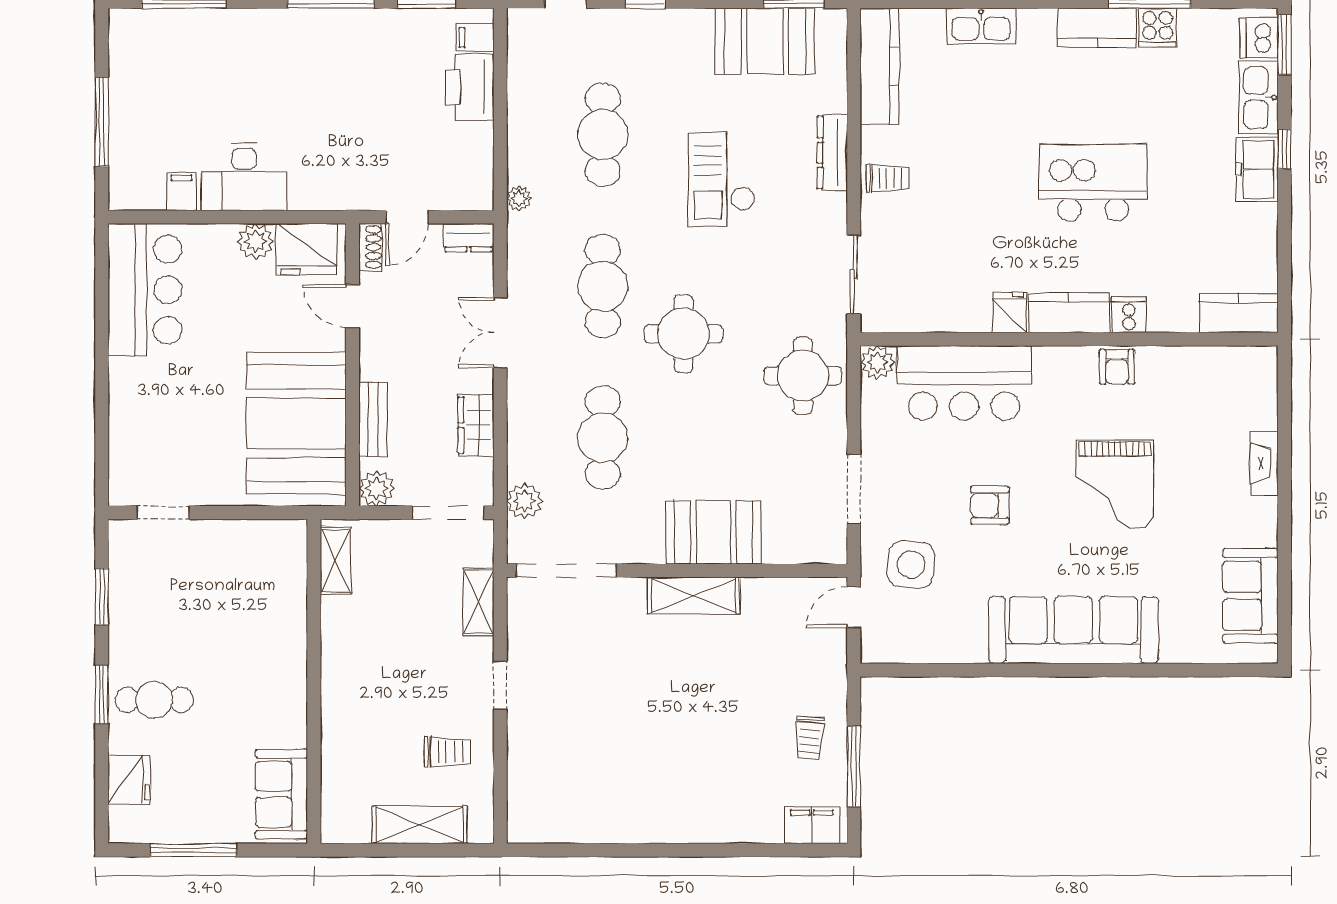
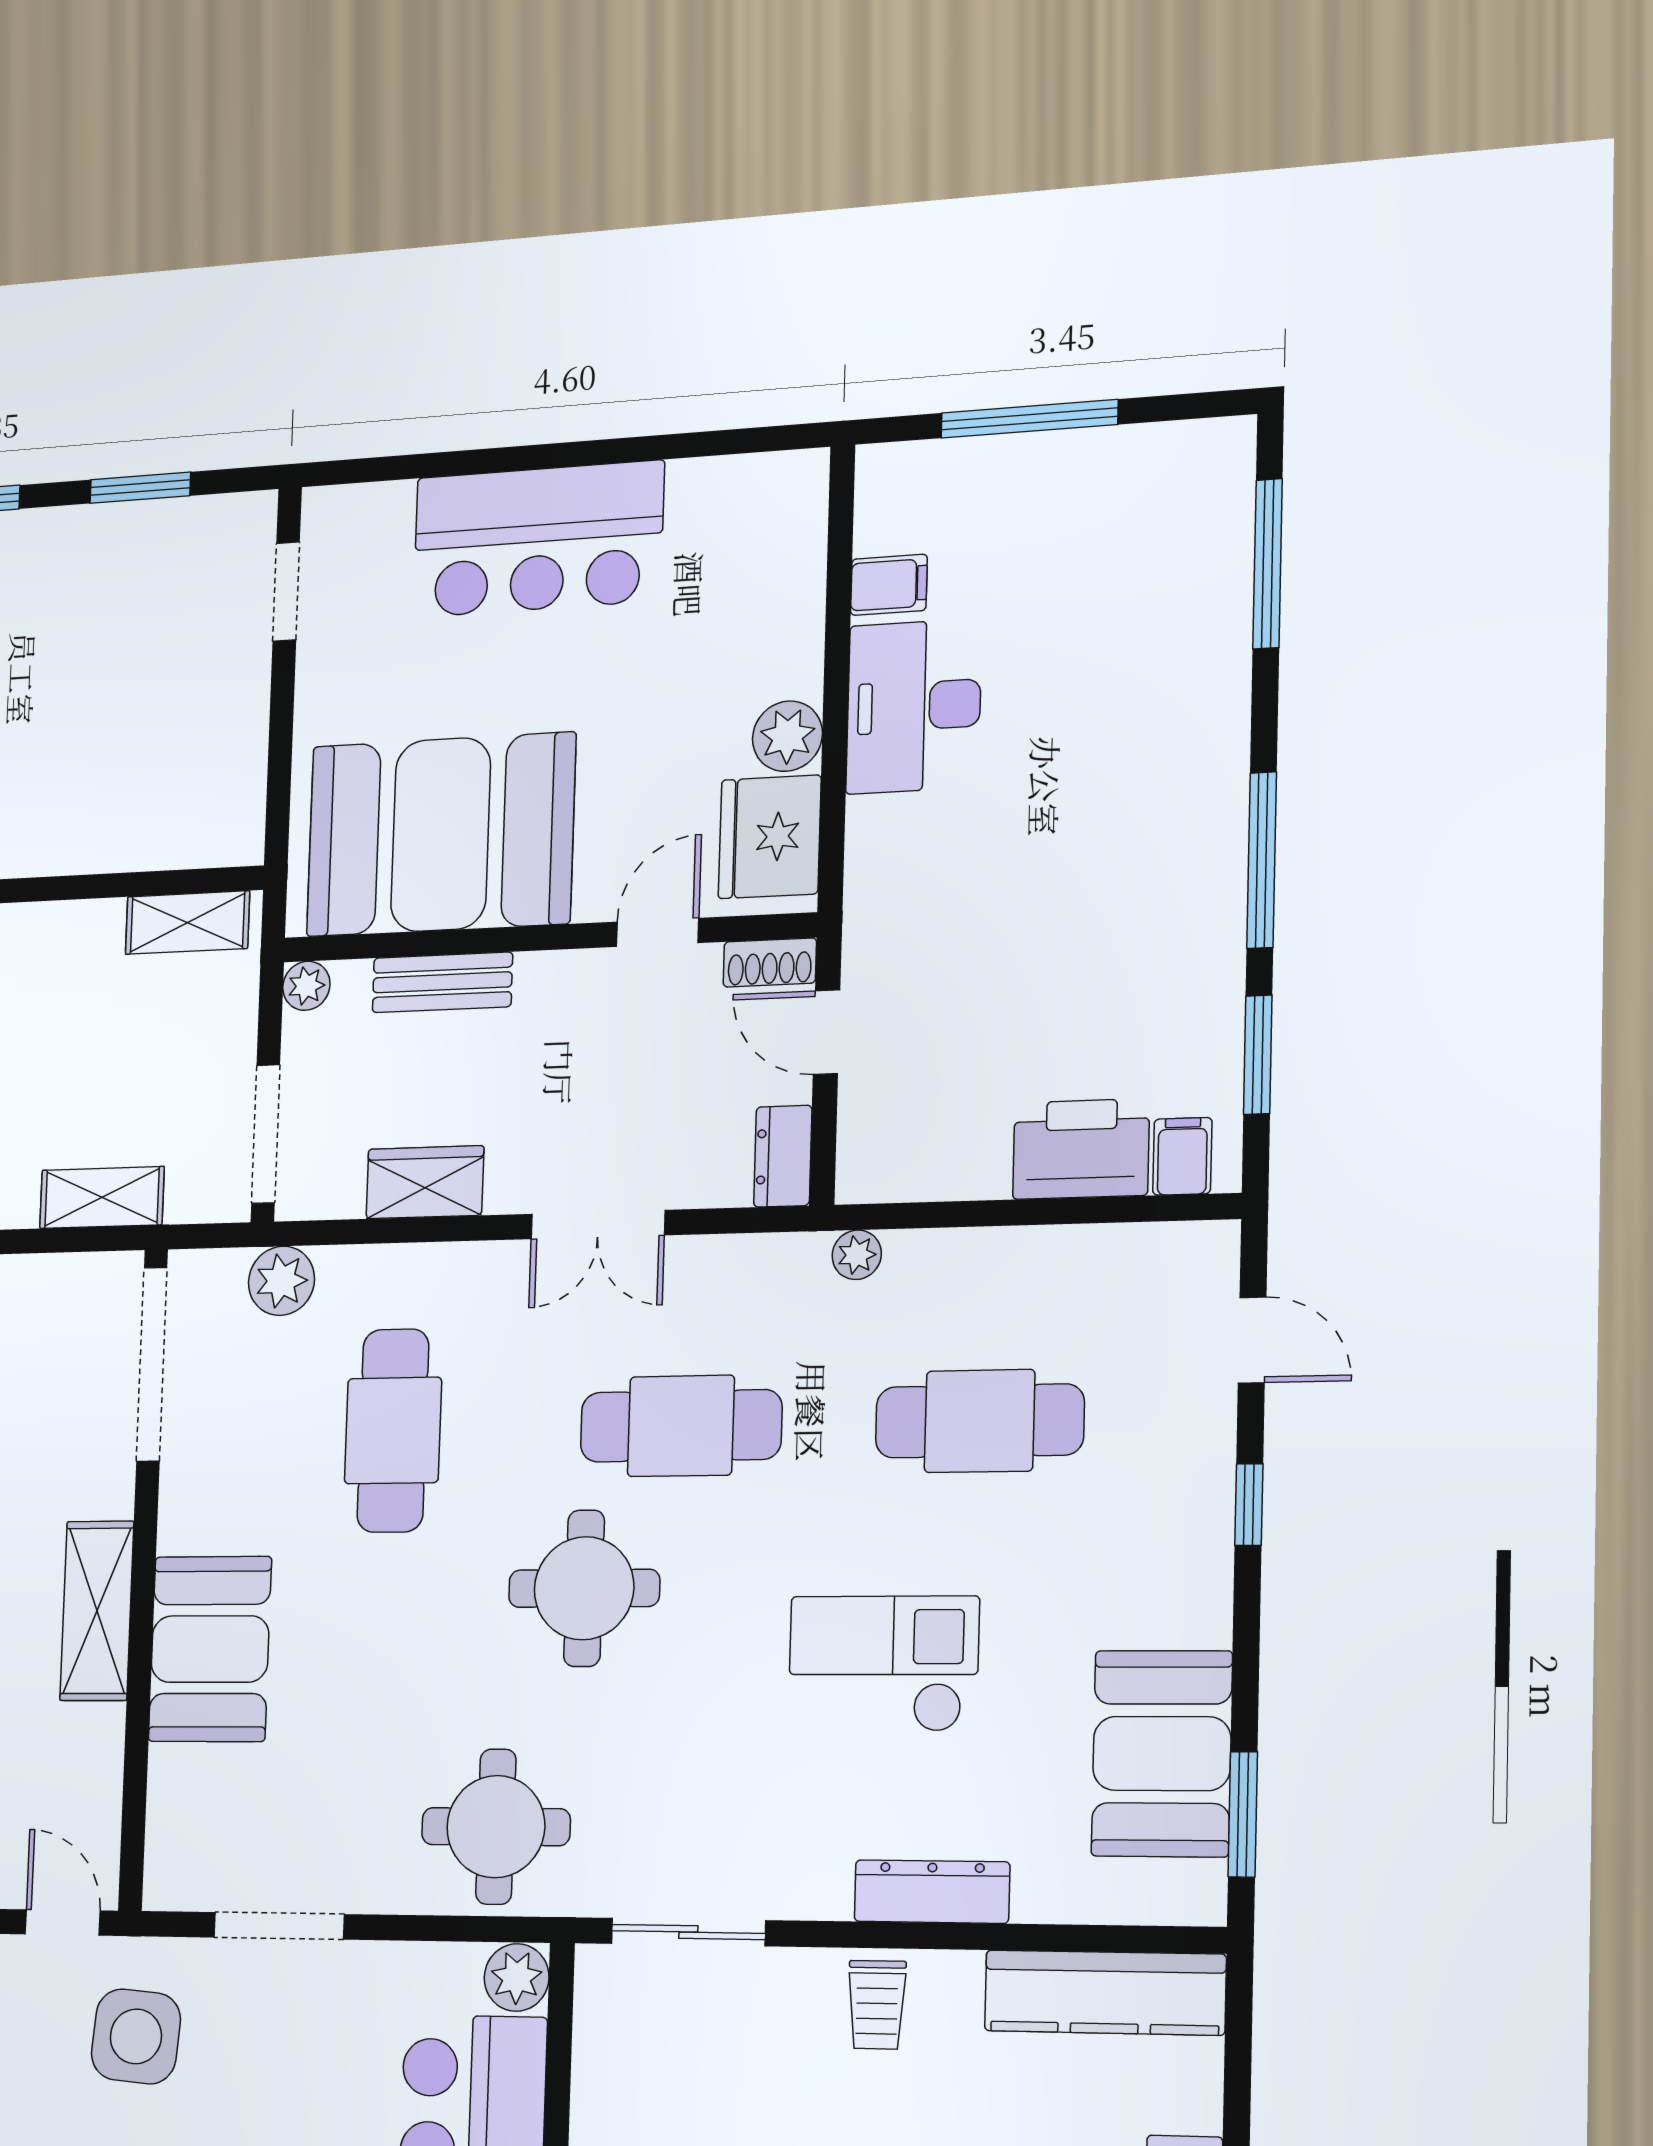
bar counter: (145, 290) -> (538, 539), moved
double door: (500, 333) -> (598, 1225), swing flipped
cafe table: (603, 438) -> (393, 1431), turned 90
plant: (376, 489) -> (306, 986), width x0.73, depth x0.73

